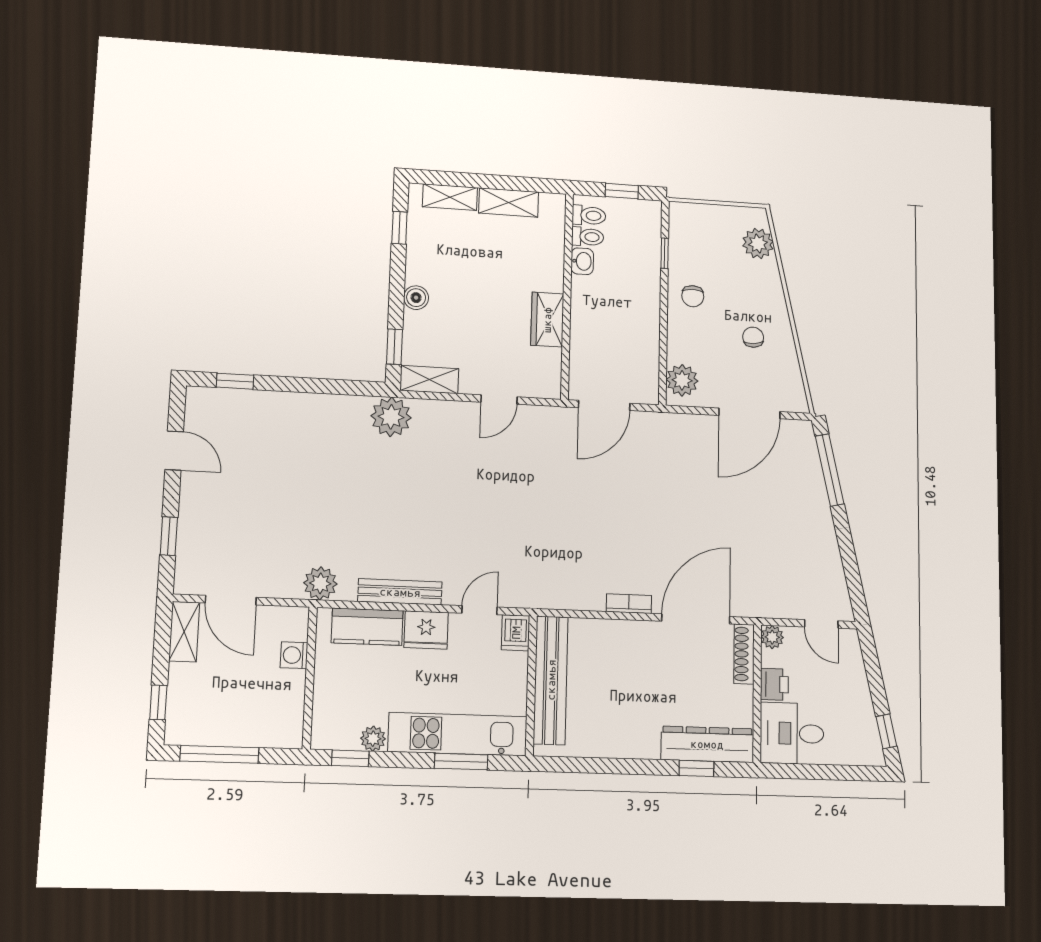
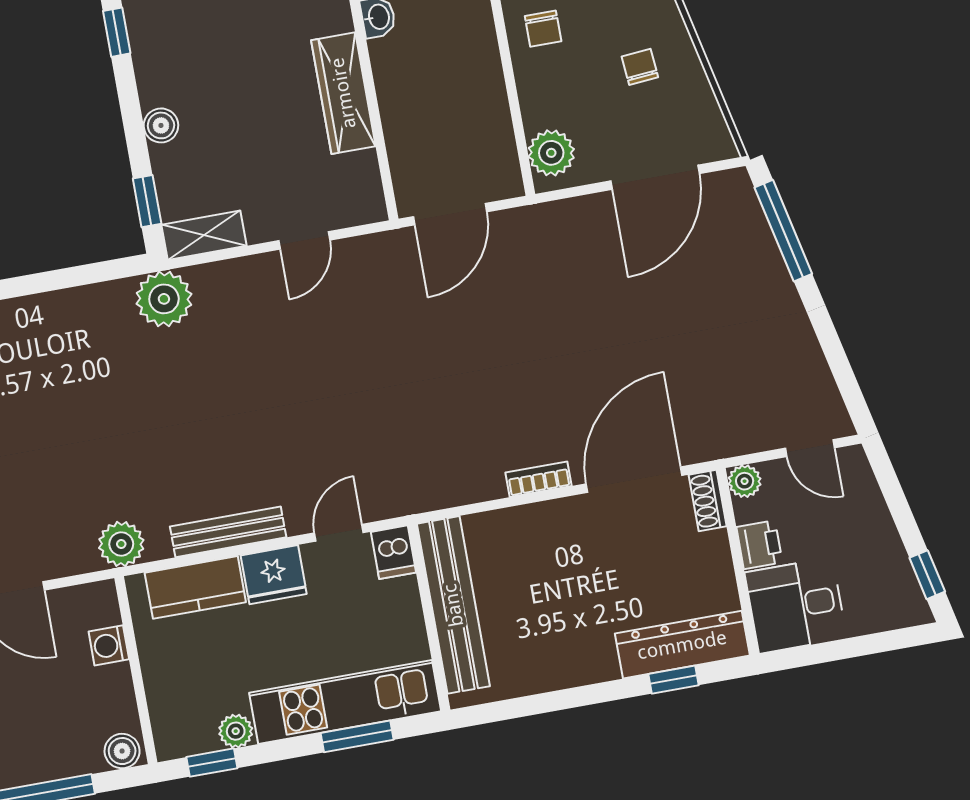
wardrobe: (547, 320) -> (343, 93), width x1.50
shoe rack: (744, 654) -> (708, 501), width x0.70
boiler: (286, 736) -> (122, 751), added

